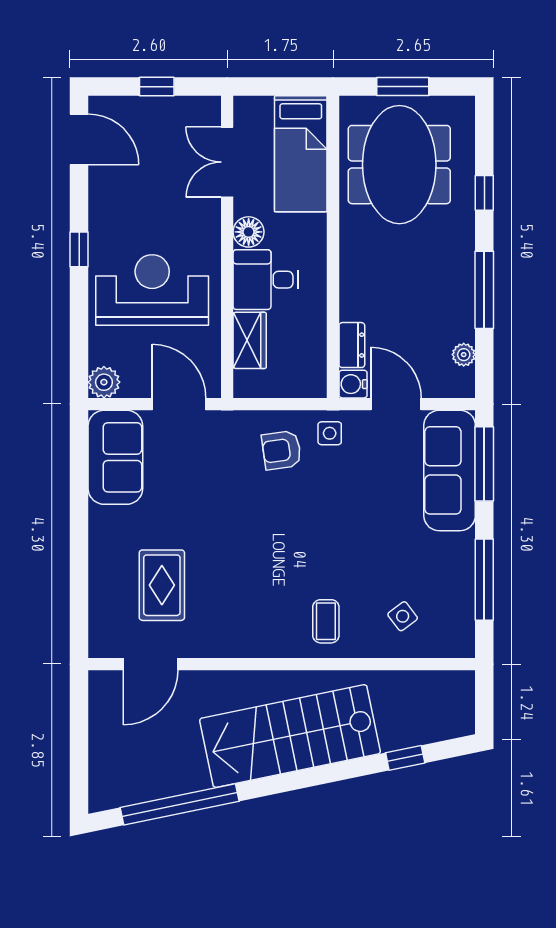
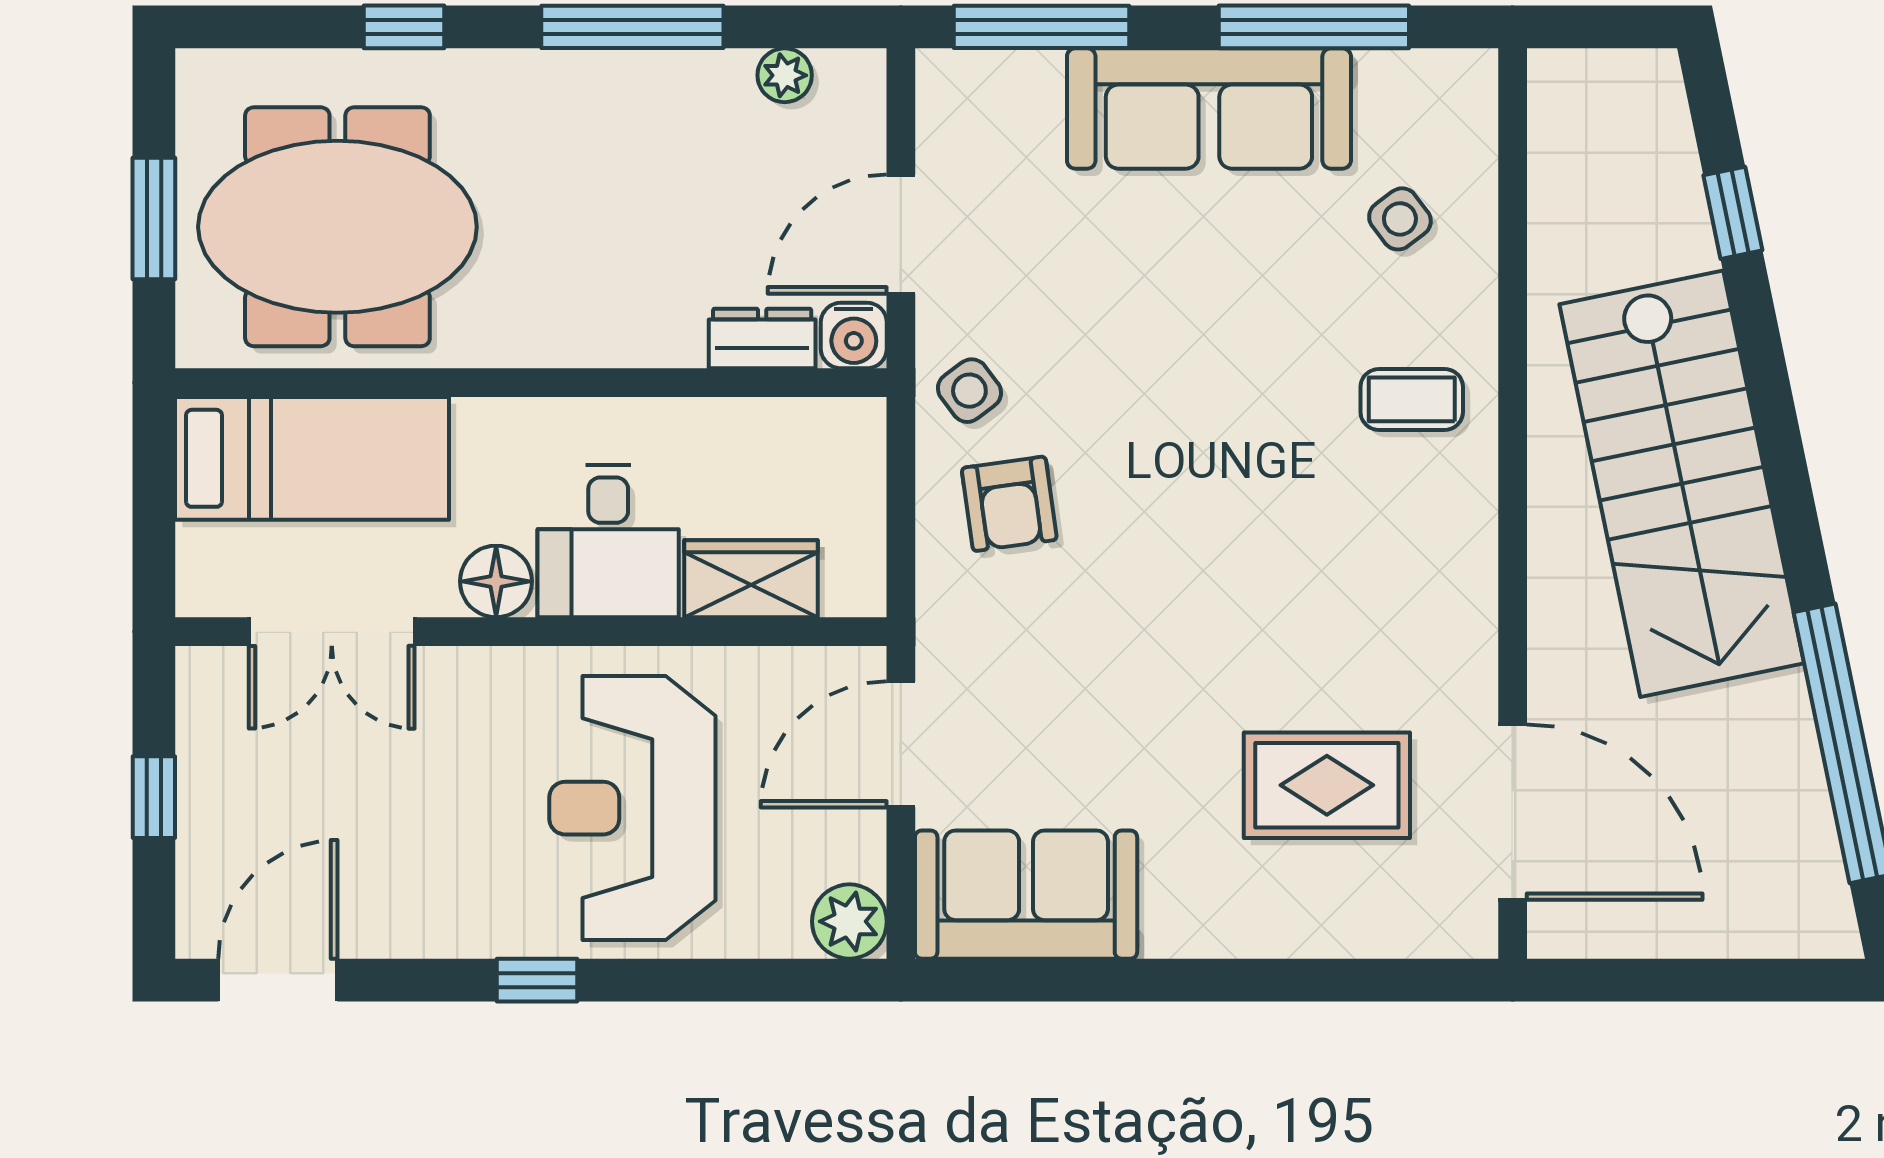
side table: (330, 433) -> (969, 391), turned -37
sofa: (450, 470) -> (1209, 109), moved
door: (150, 664) -> (1513, 812), width x1.36

